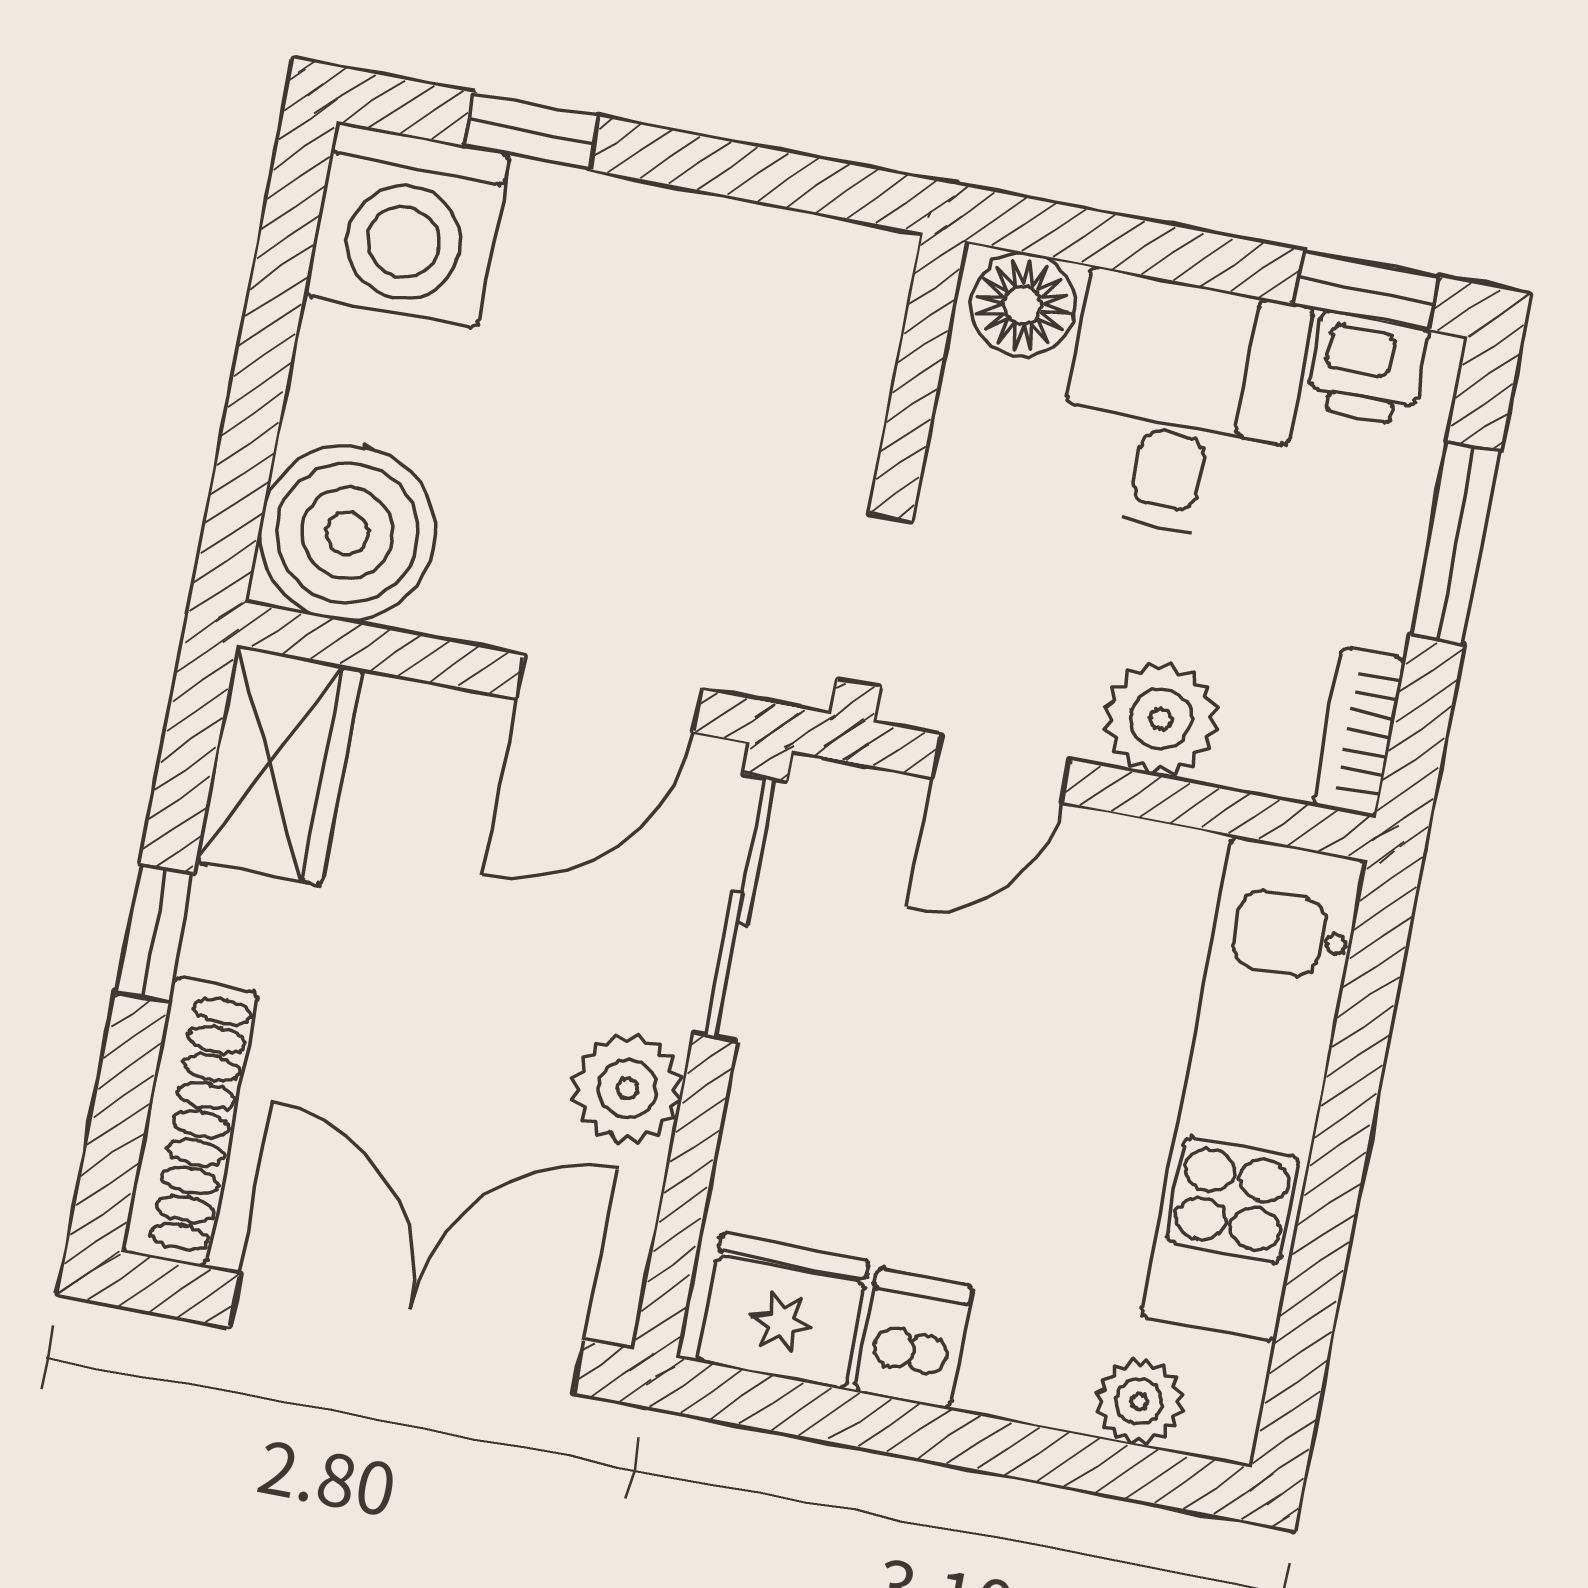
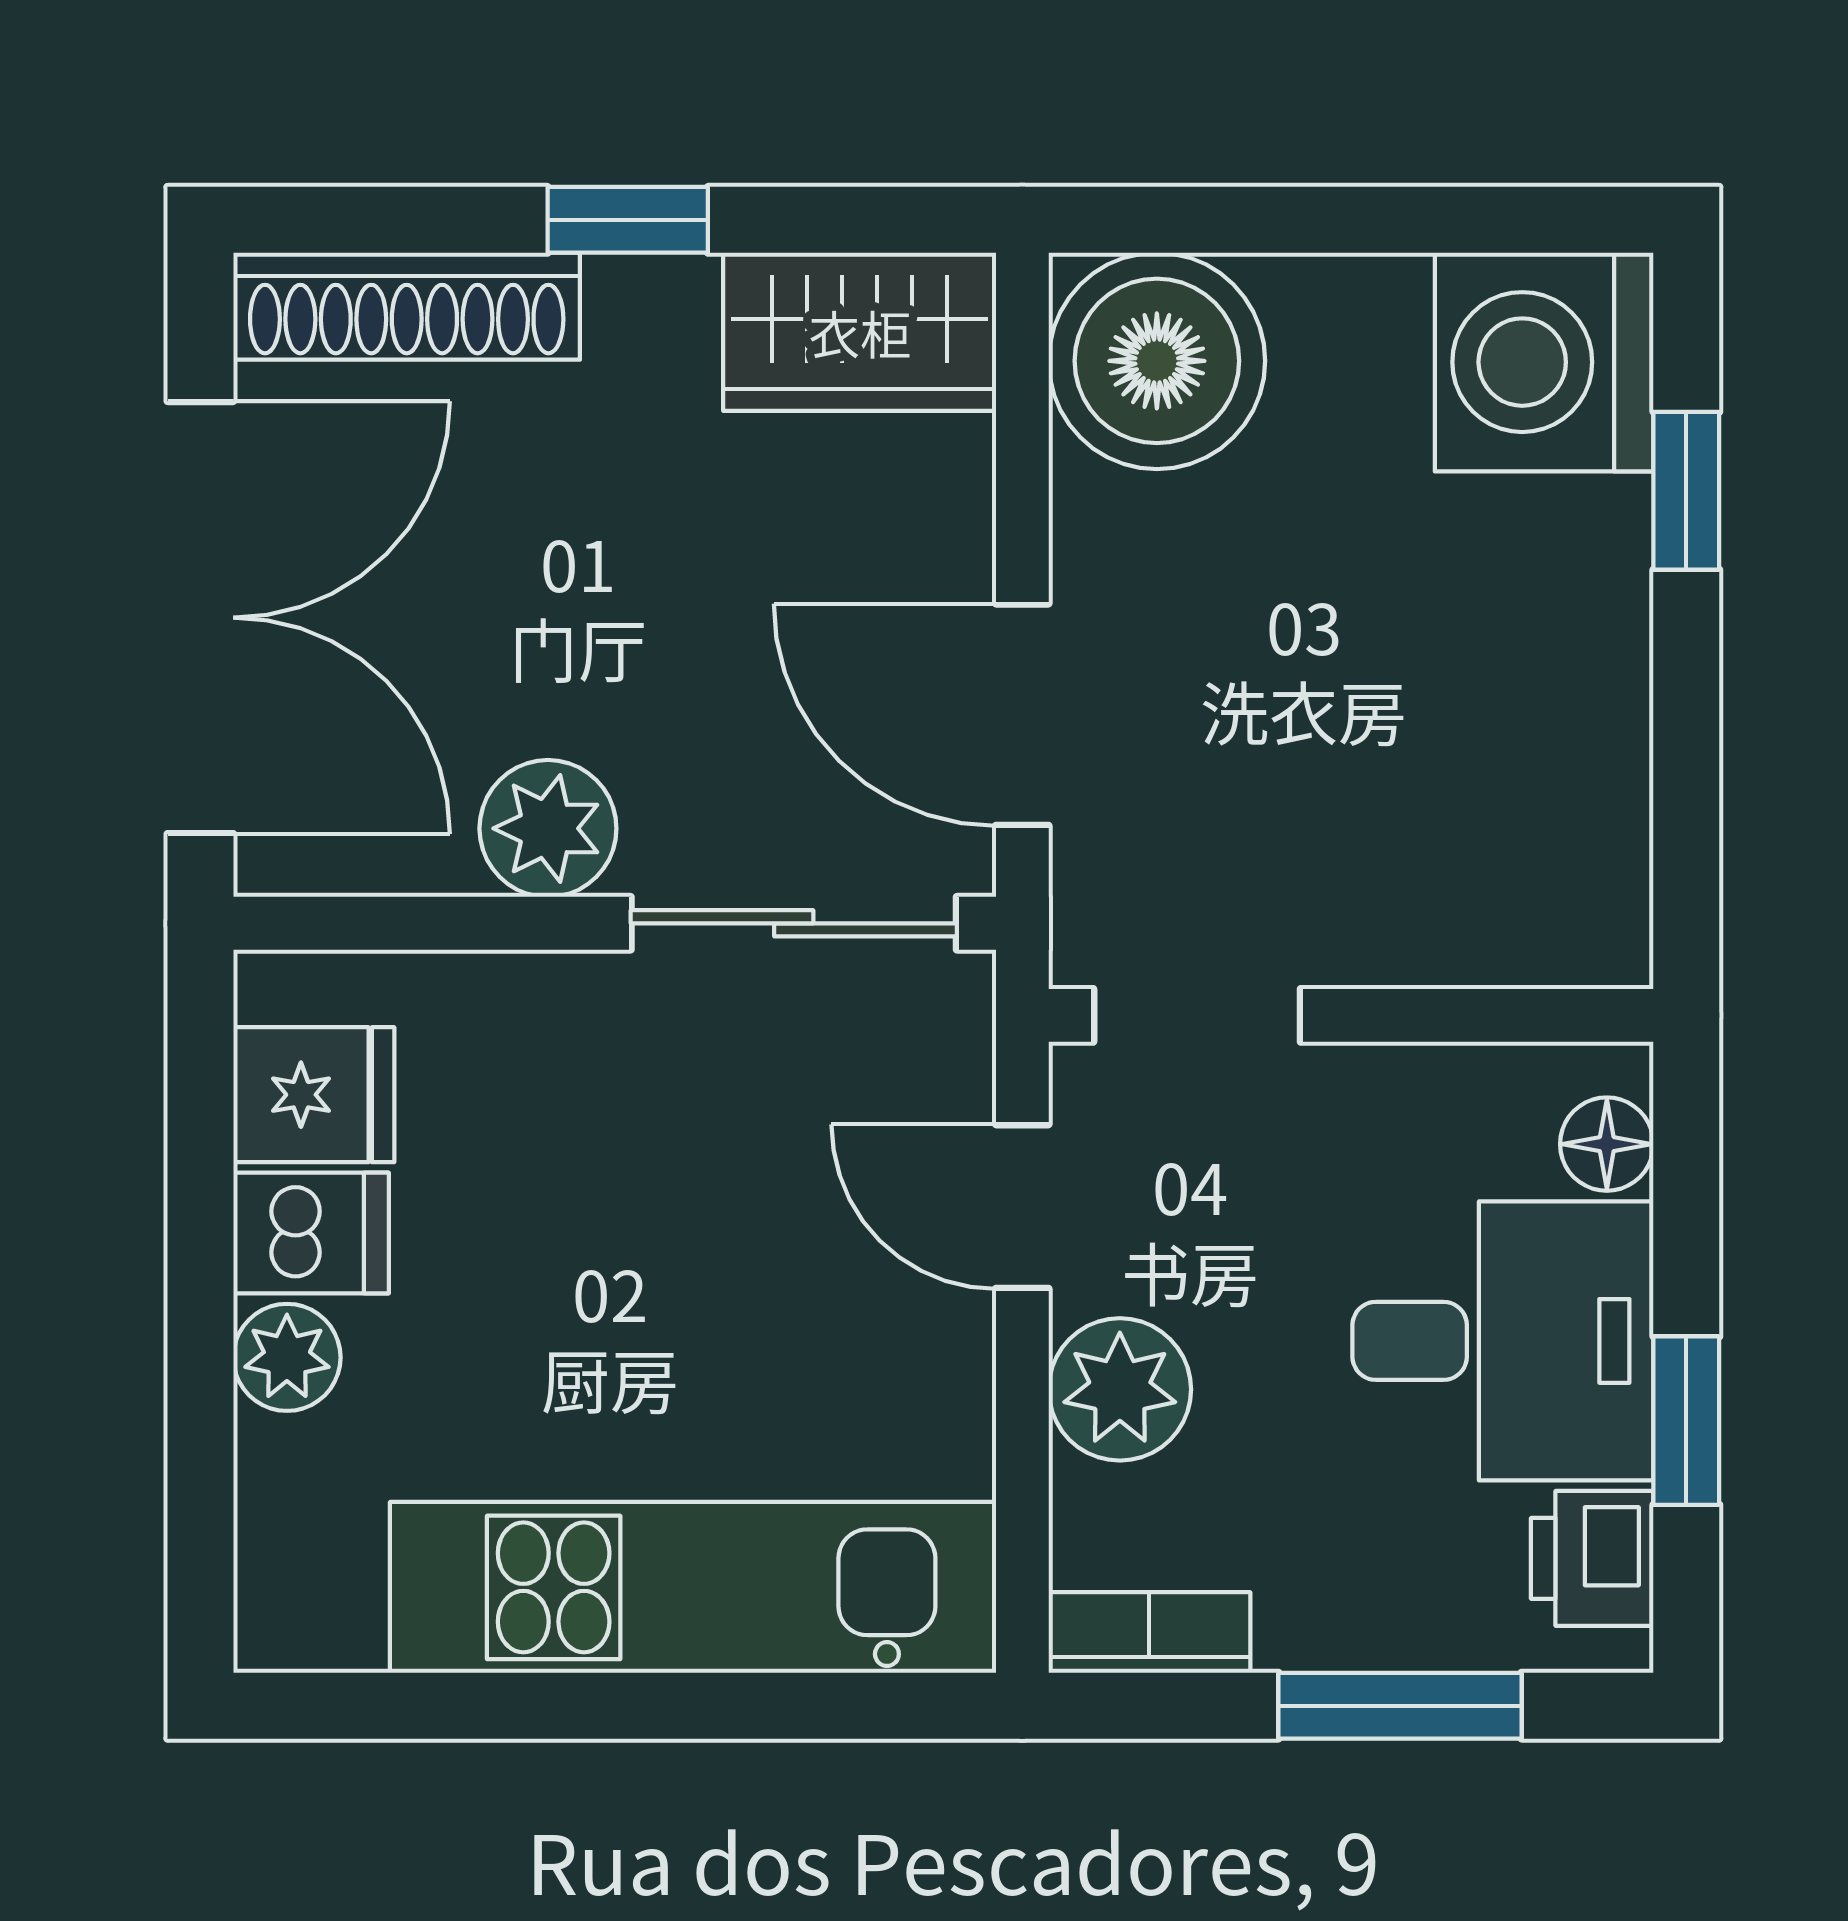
window: (1366, 290) -> (1686, 1421), moved
floor lamp: (1023, 305) -> (1607, 1144), width x0.73, depth x0.73
fridge: (783, 1312) -> (314, 1095), width x0.72
plant: (1139, 1402) -> (287, 1357), moved

